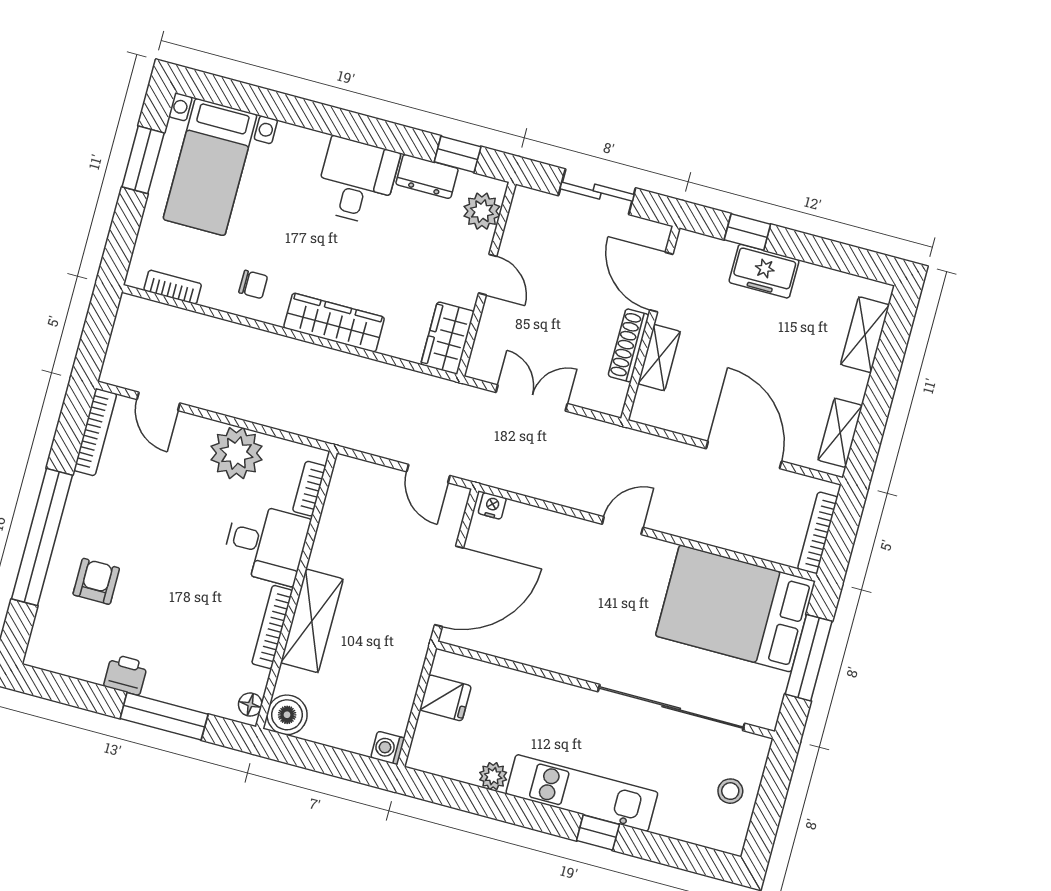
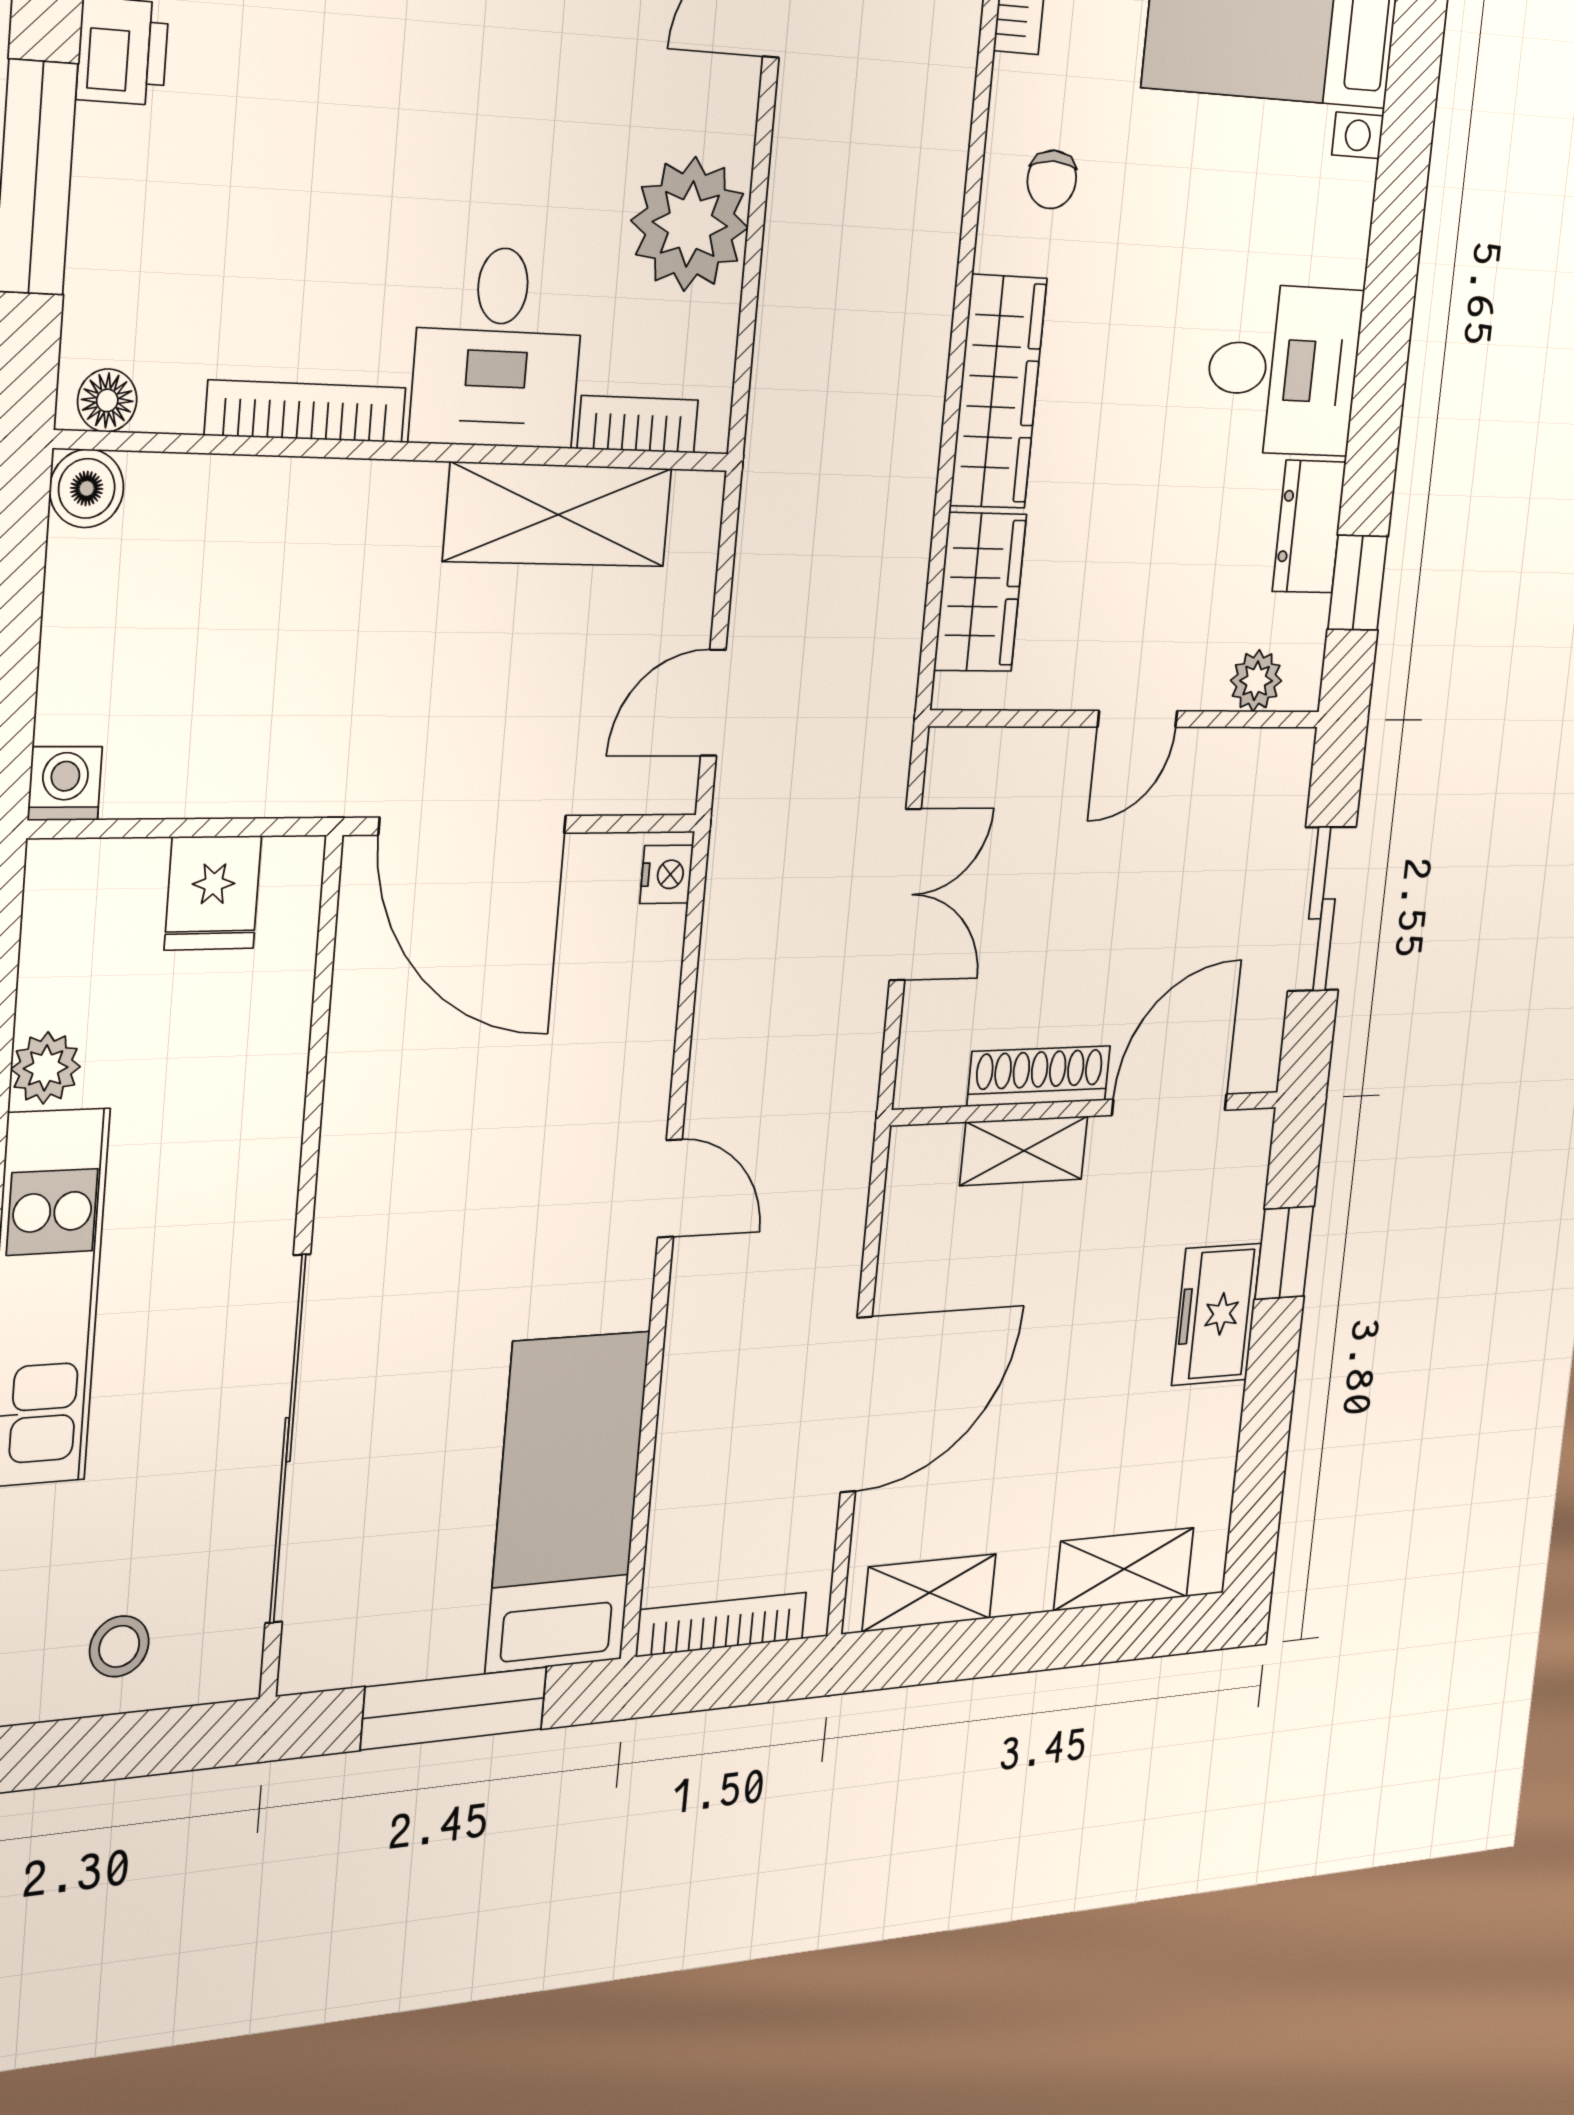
plant: (482, 211) -> (1256, 681), width x0.73, depth x0.73
wardrobe: (448, 338) -> (980, 592), moved, turned 90
bed: (735, 608) -> (568, 1502), width x0.67
shelving: (312, 621) -> (558, 515), moved
boiler: (287, 715) -> (87, 488), width x0.73, depth x0.73

